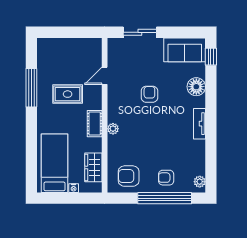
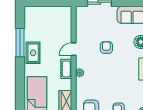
door: (105, 76) -> (74, 49), moved
rug: (68, 94) -> (33, 53), moved, turned 90

